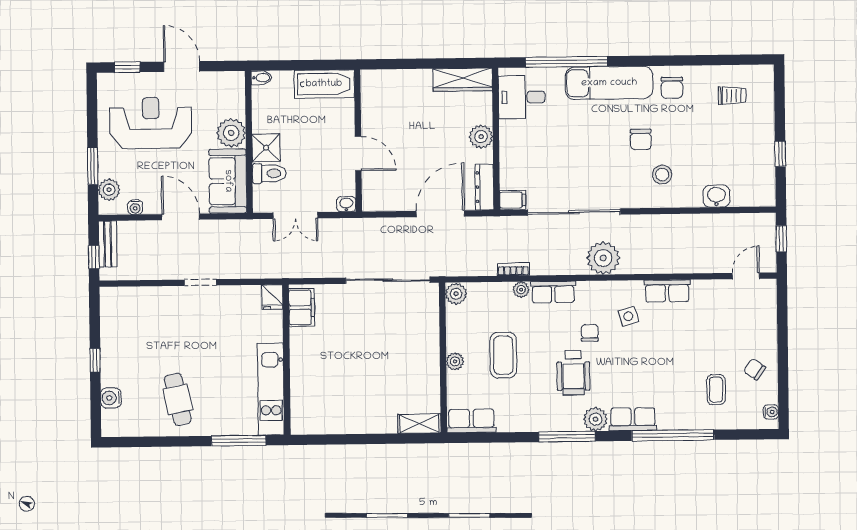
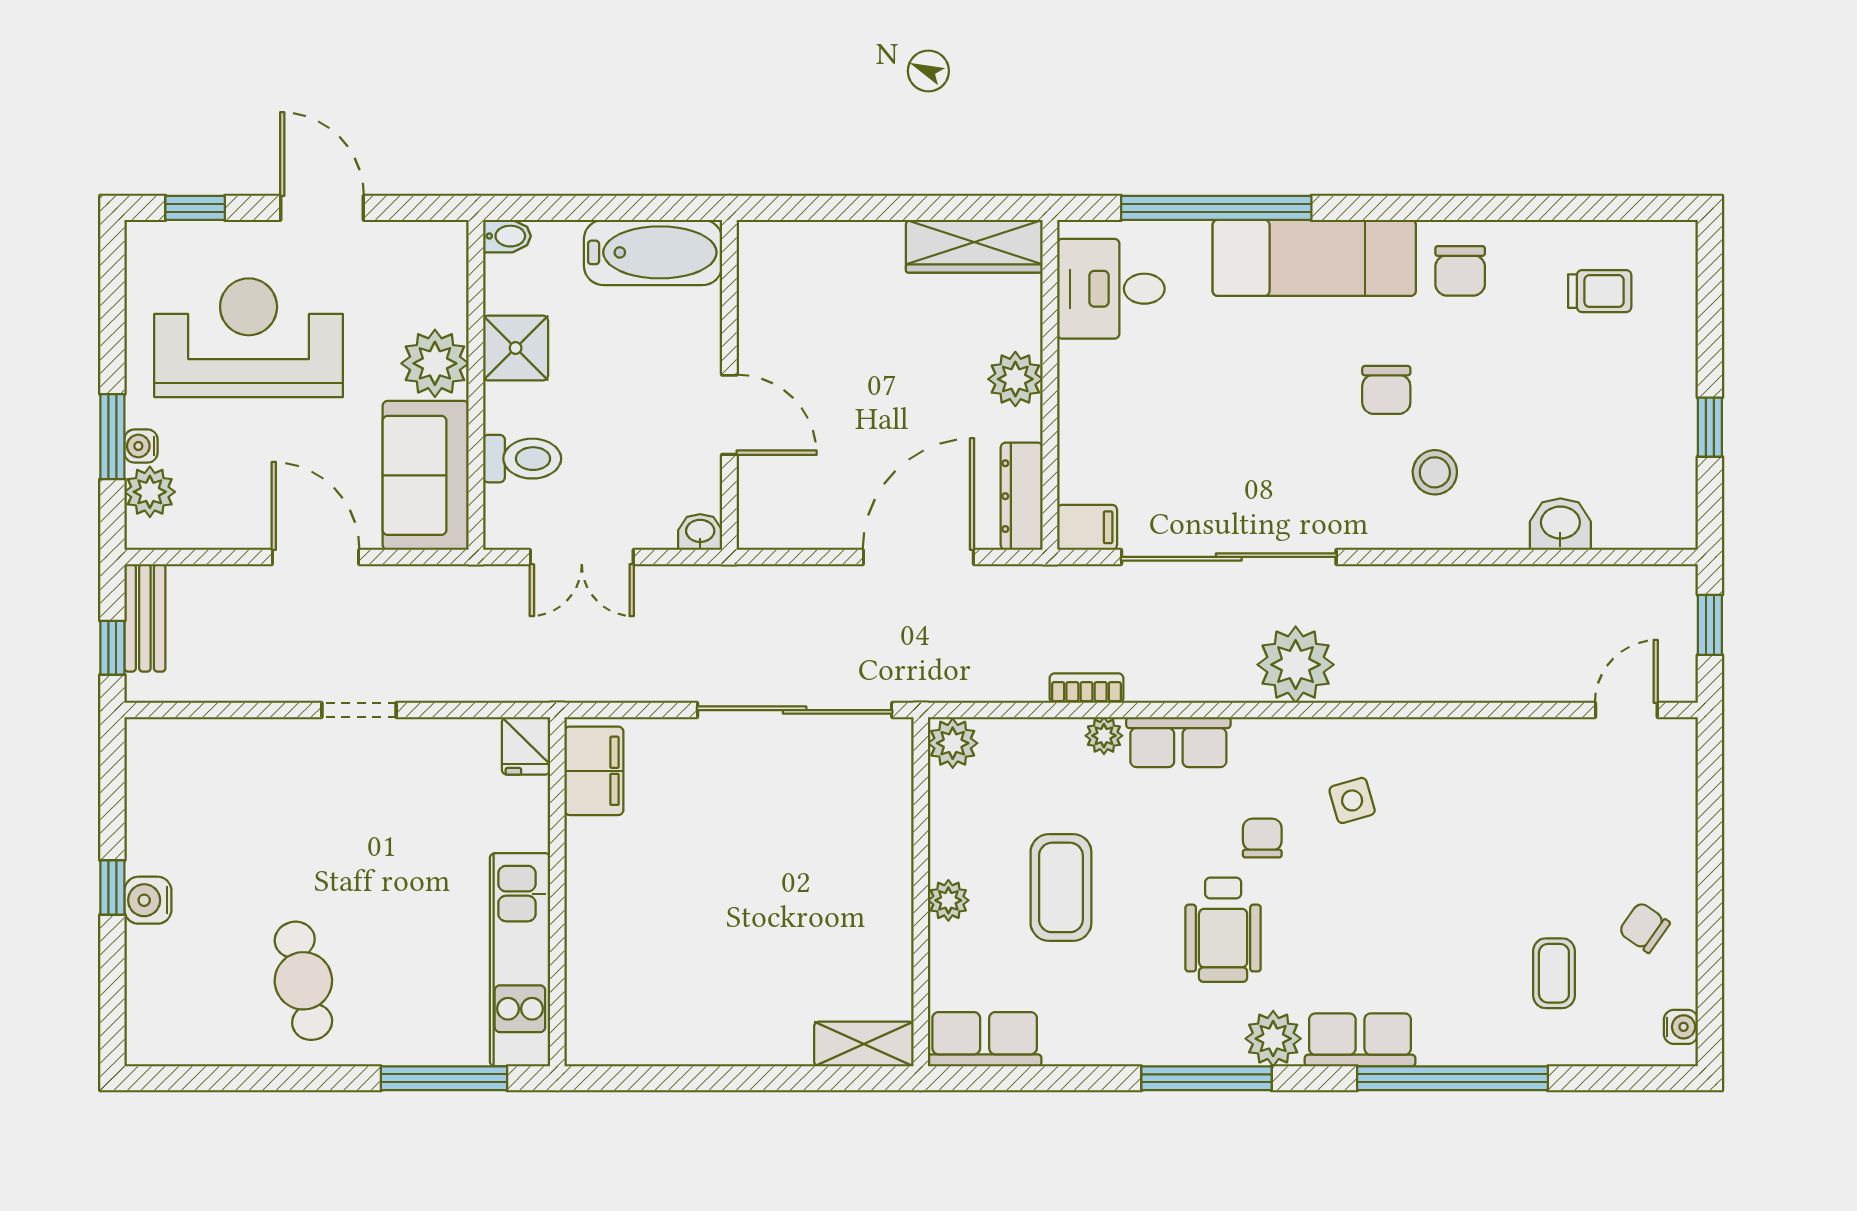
shower: (266, 148) -> (516, 348), moved
water cooler: (135, 207) -> (141, 446), moved, turned 90
row of seats: (667, 291) -> (1443, 743), removed
water cooler: (111, 398) -> (148, 900), moved

